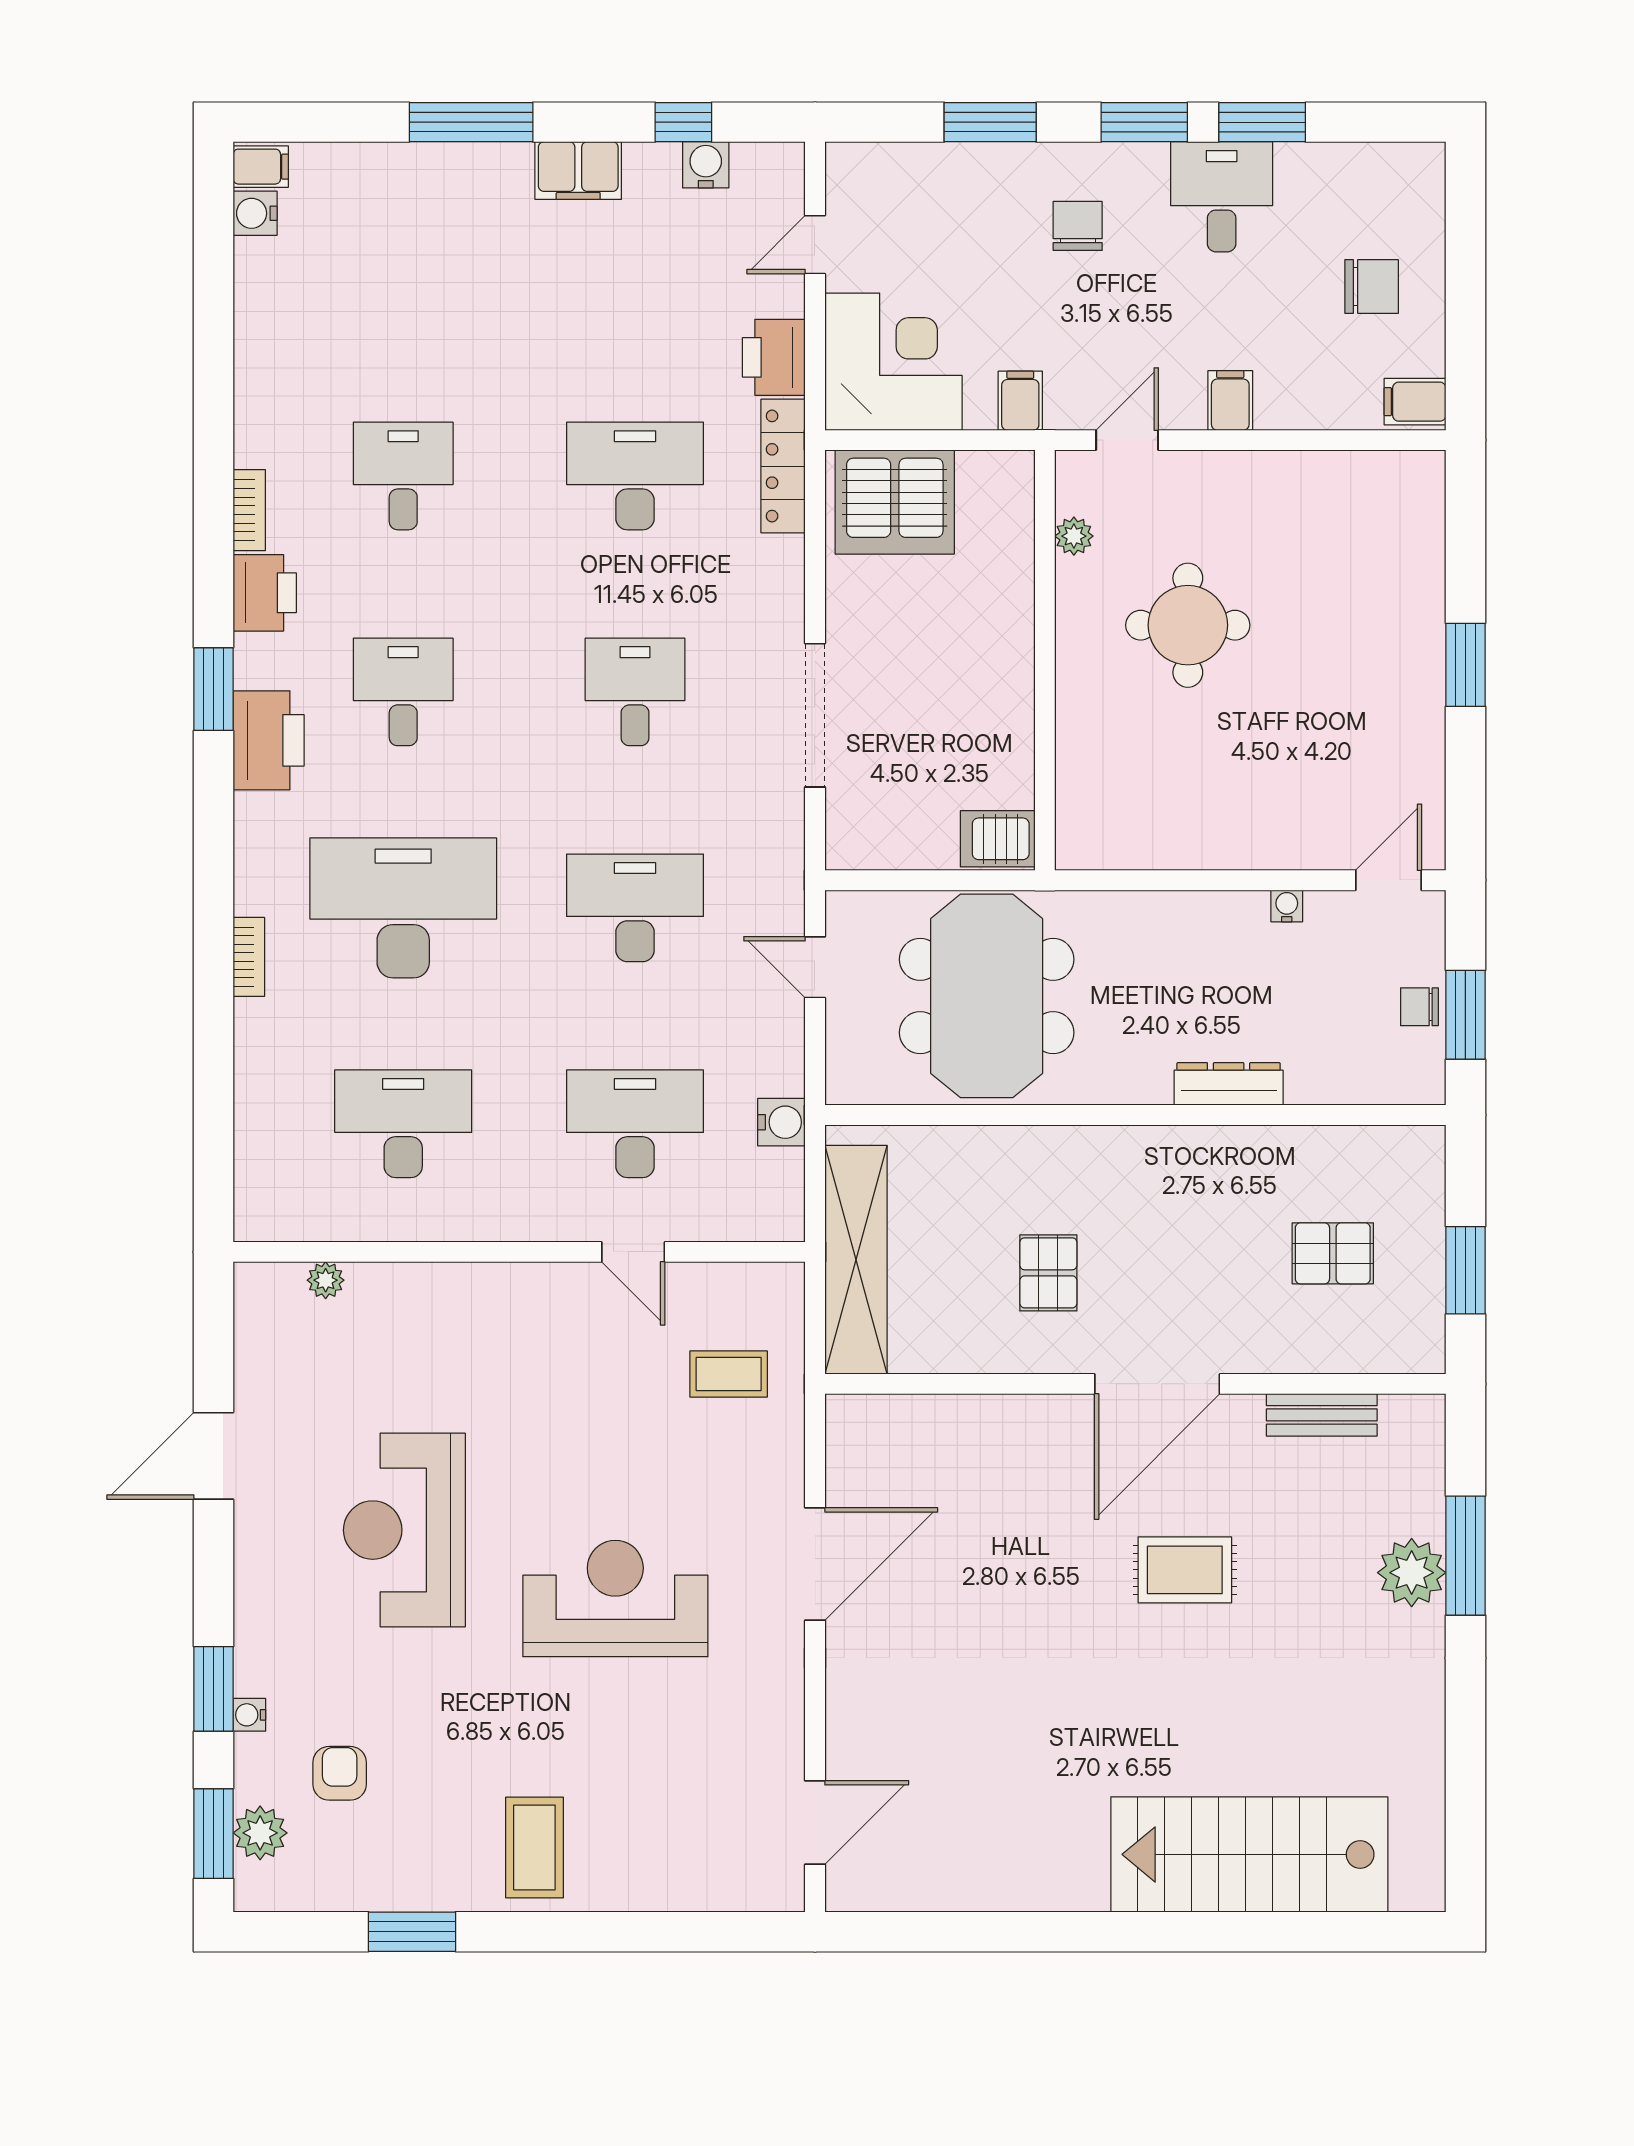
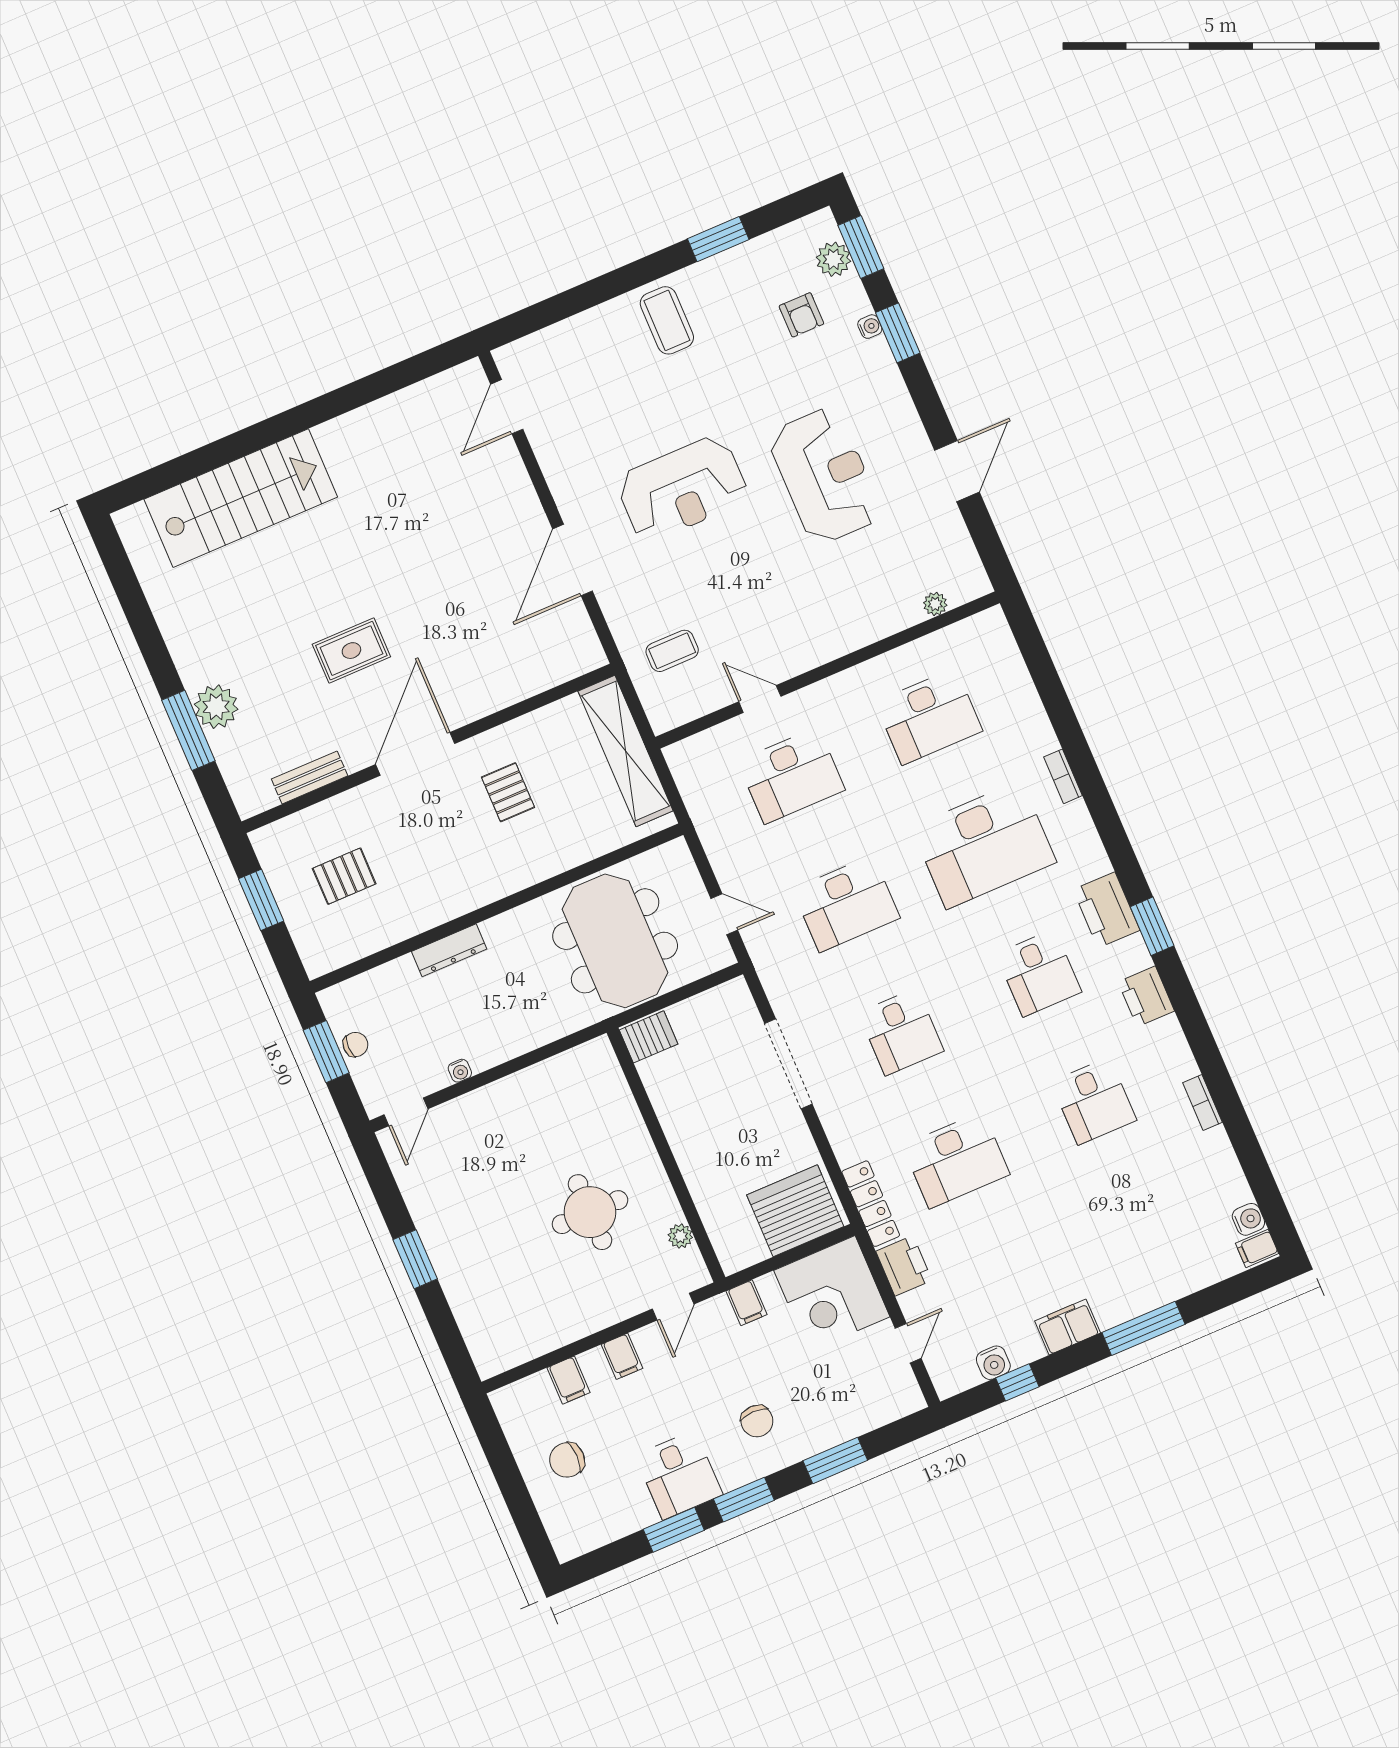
filing cabinet: (1415, 402) -> (568, 1380), moved, turned 90
bookcase: (249, 510) -> (1203, 1102), moved
water cooler: (781, 1122) -> (705, 814), removed

